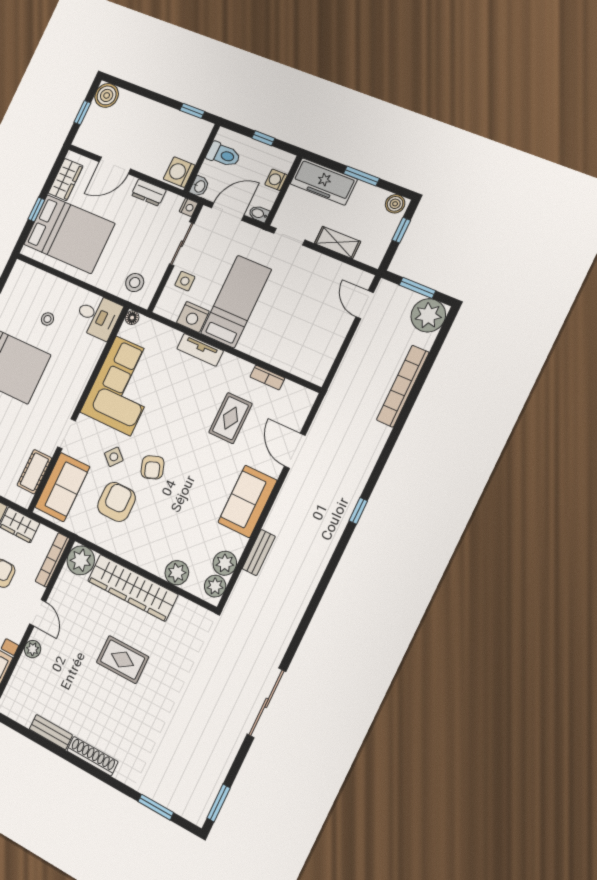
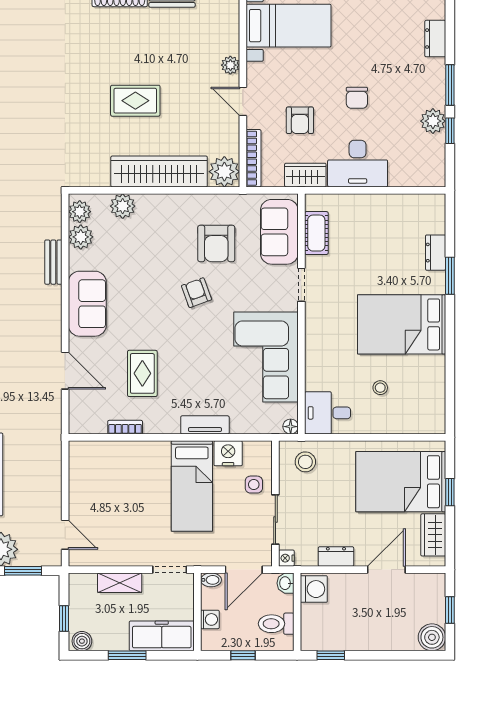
side table: (114, 457) -> (241, 285), removed

